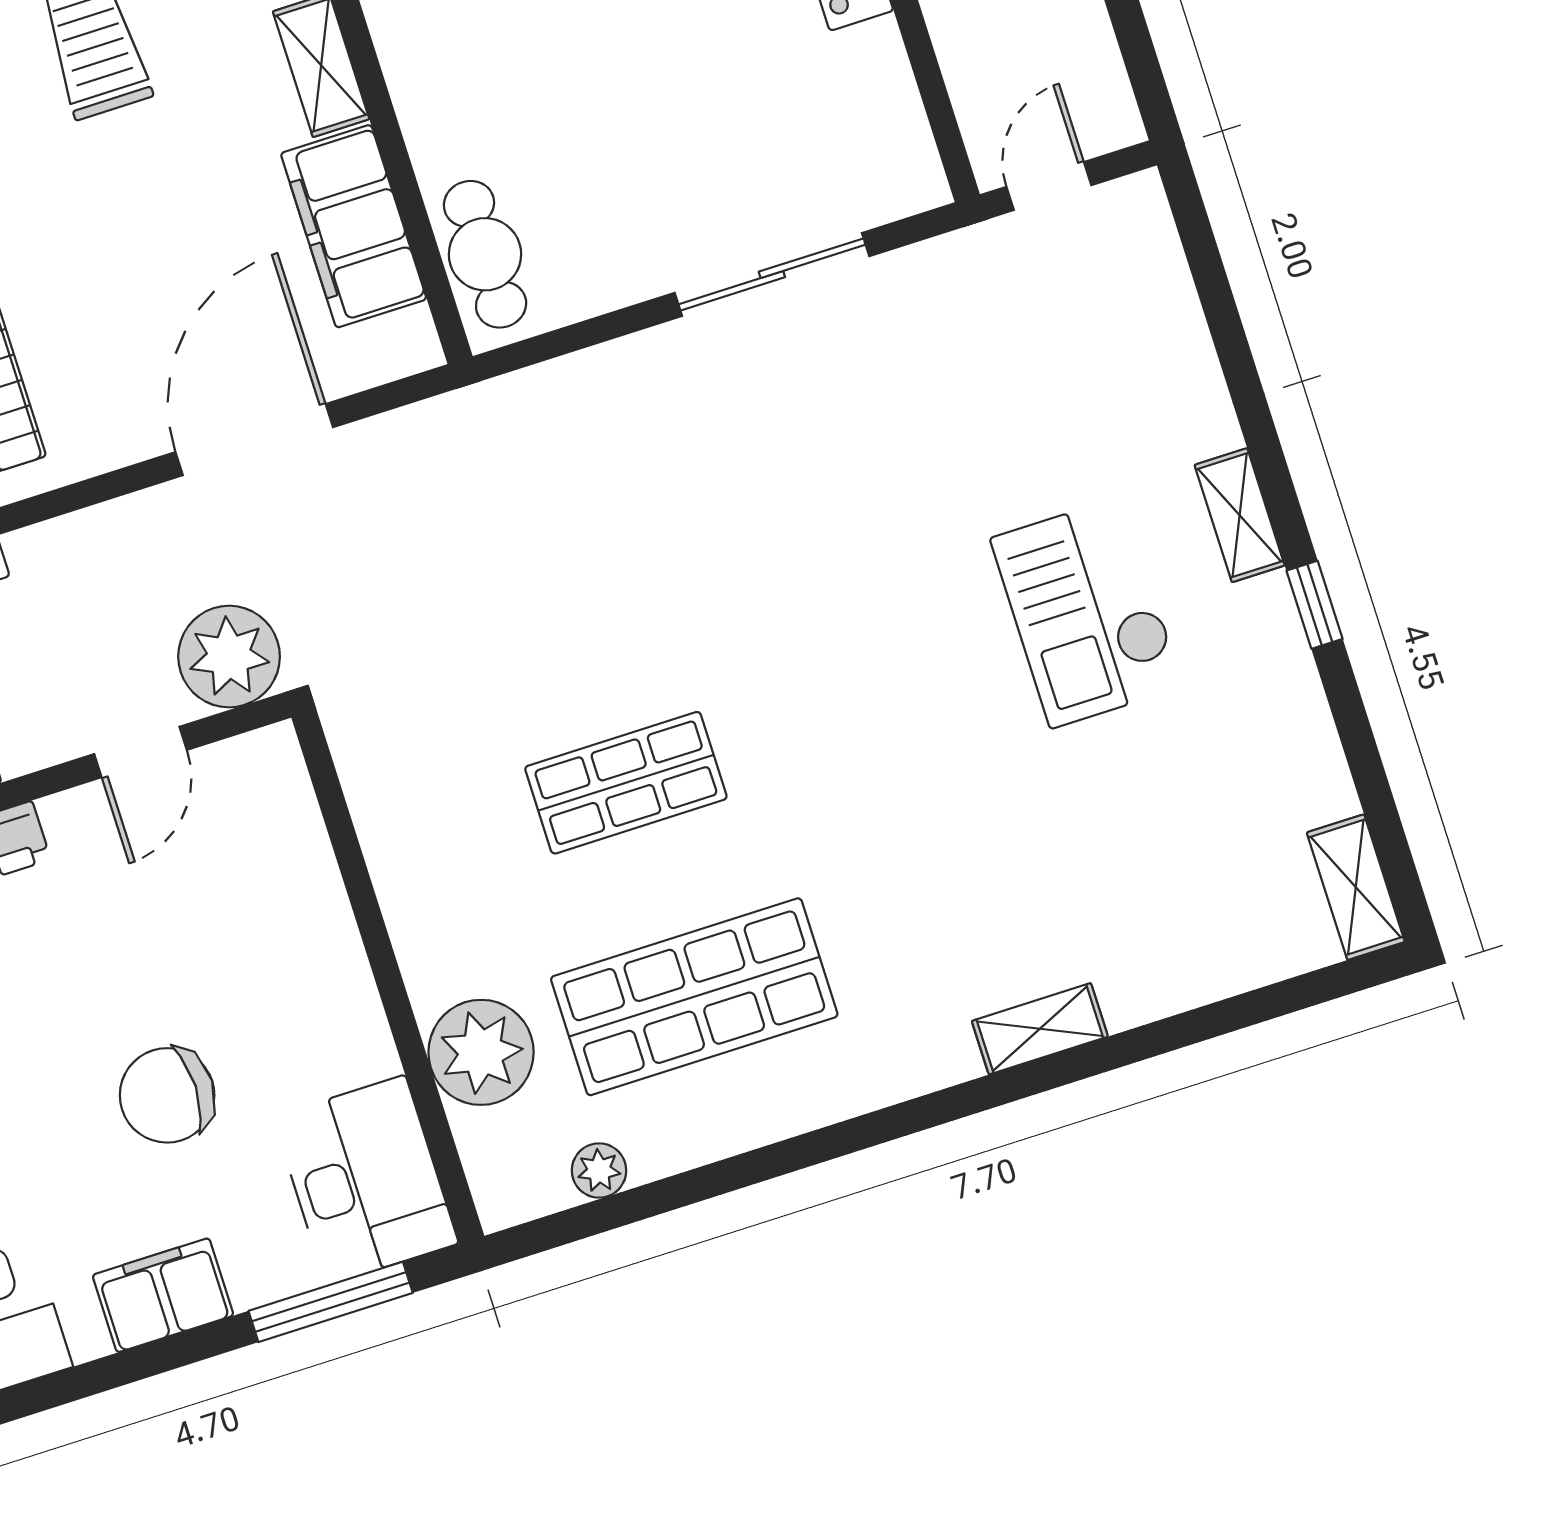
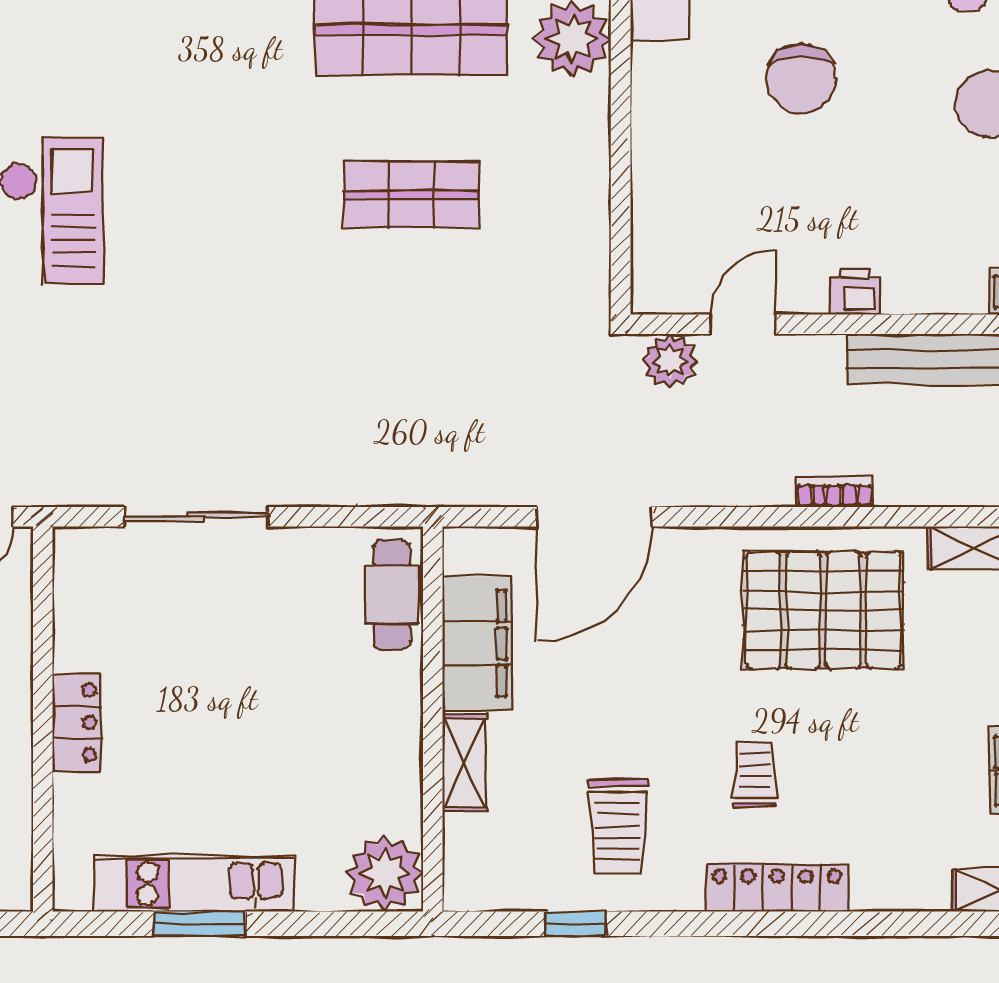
plant: (229, 657) -> (670, 361), width x0.73, depth x0.73
chair: (167, 1095) -> (801, 79), turned 90

